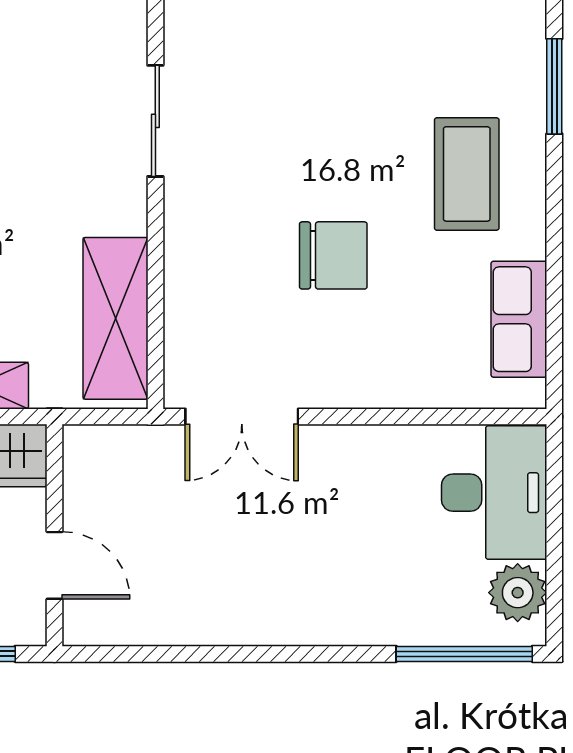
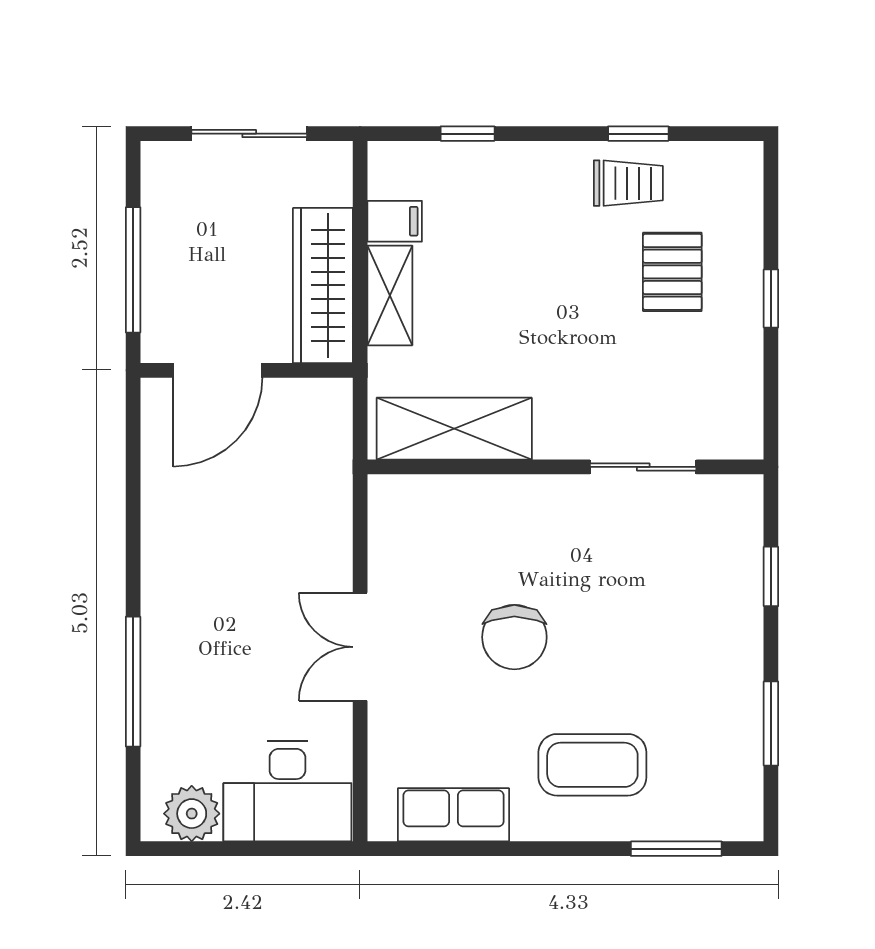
double door: (242, 417) -> (360, 647), moved
door: (54, 565) -> (218, 370), width x1.38
window: (464, 654) -> (133, 682), moved

